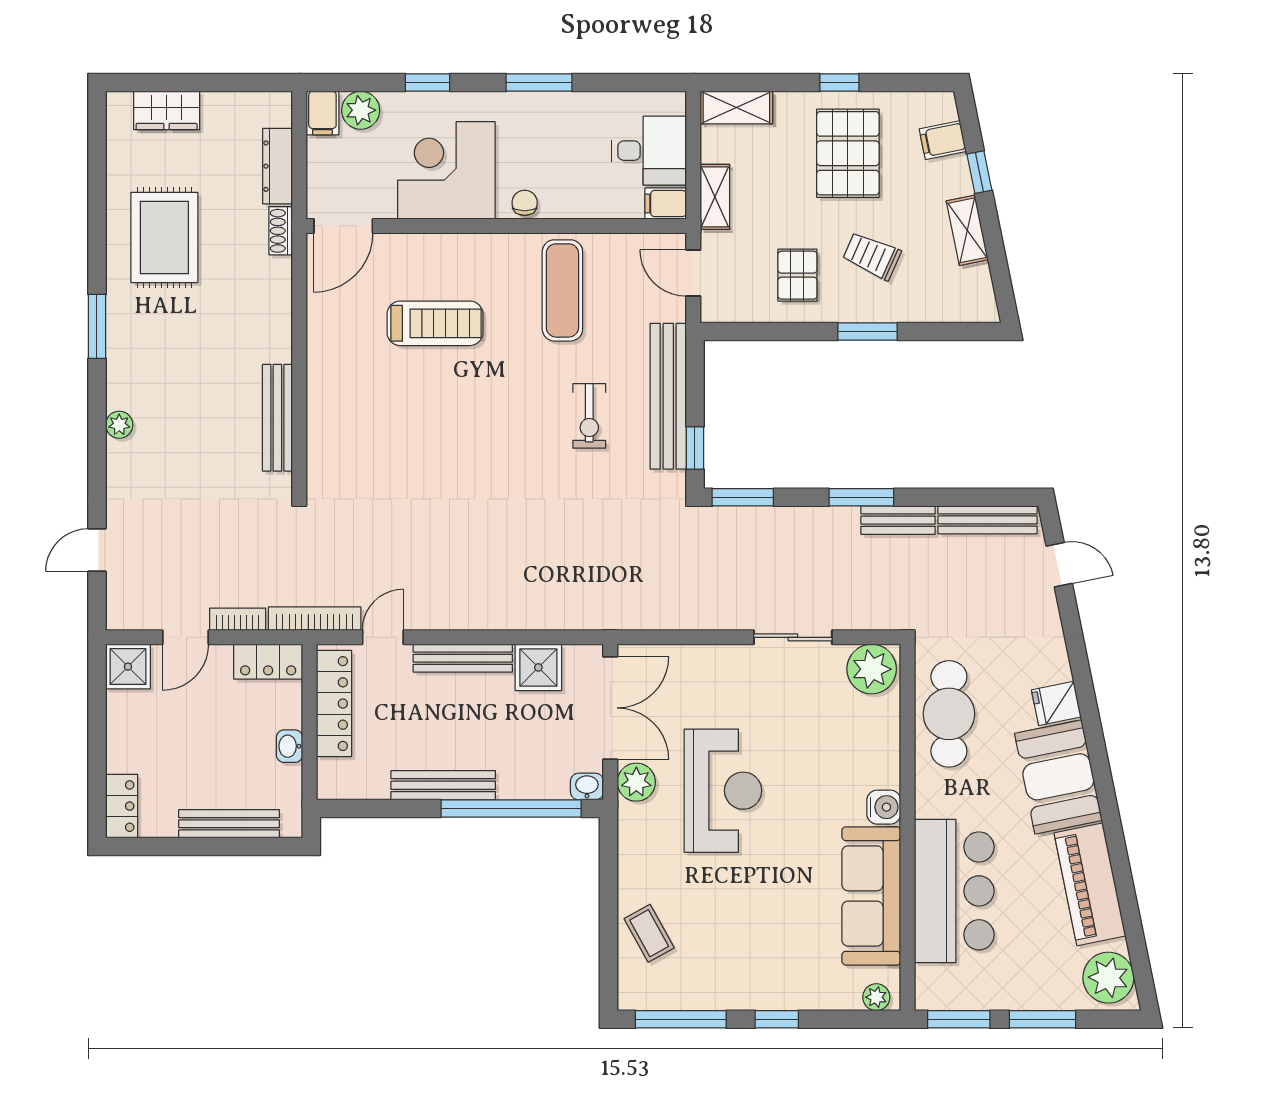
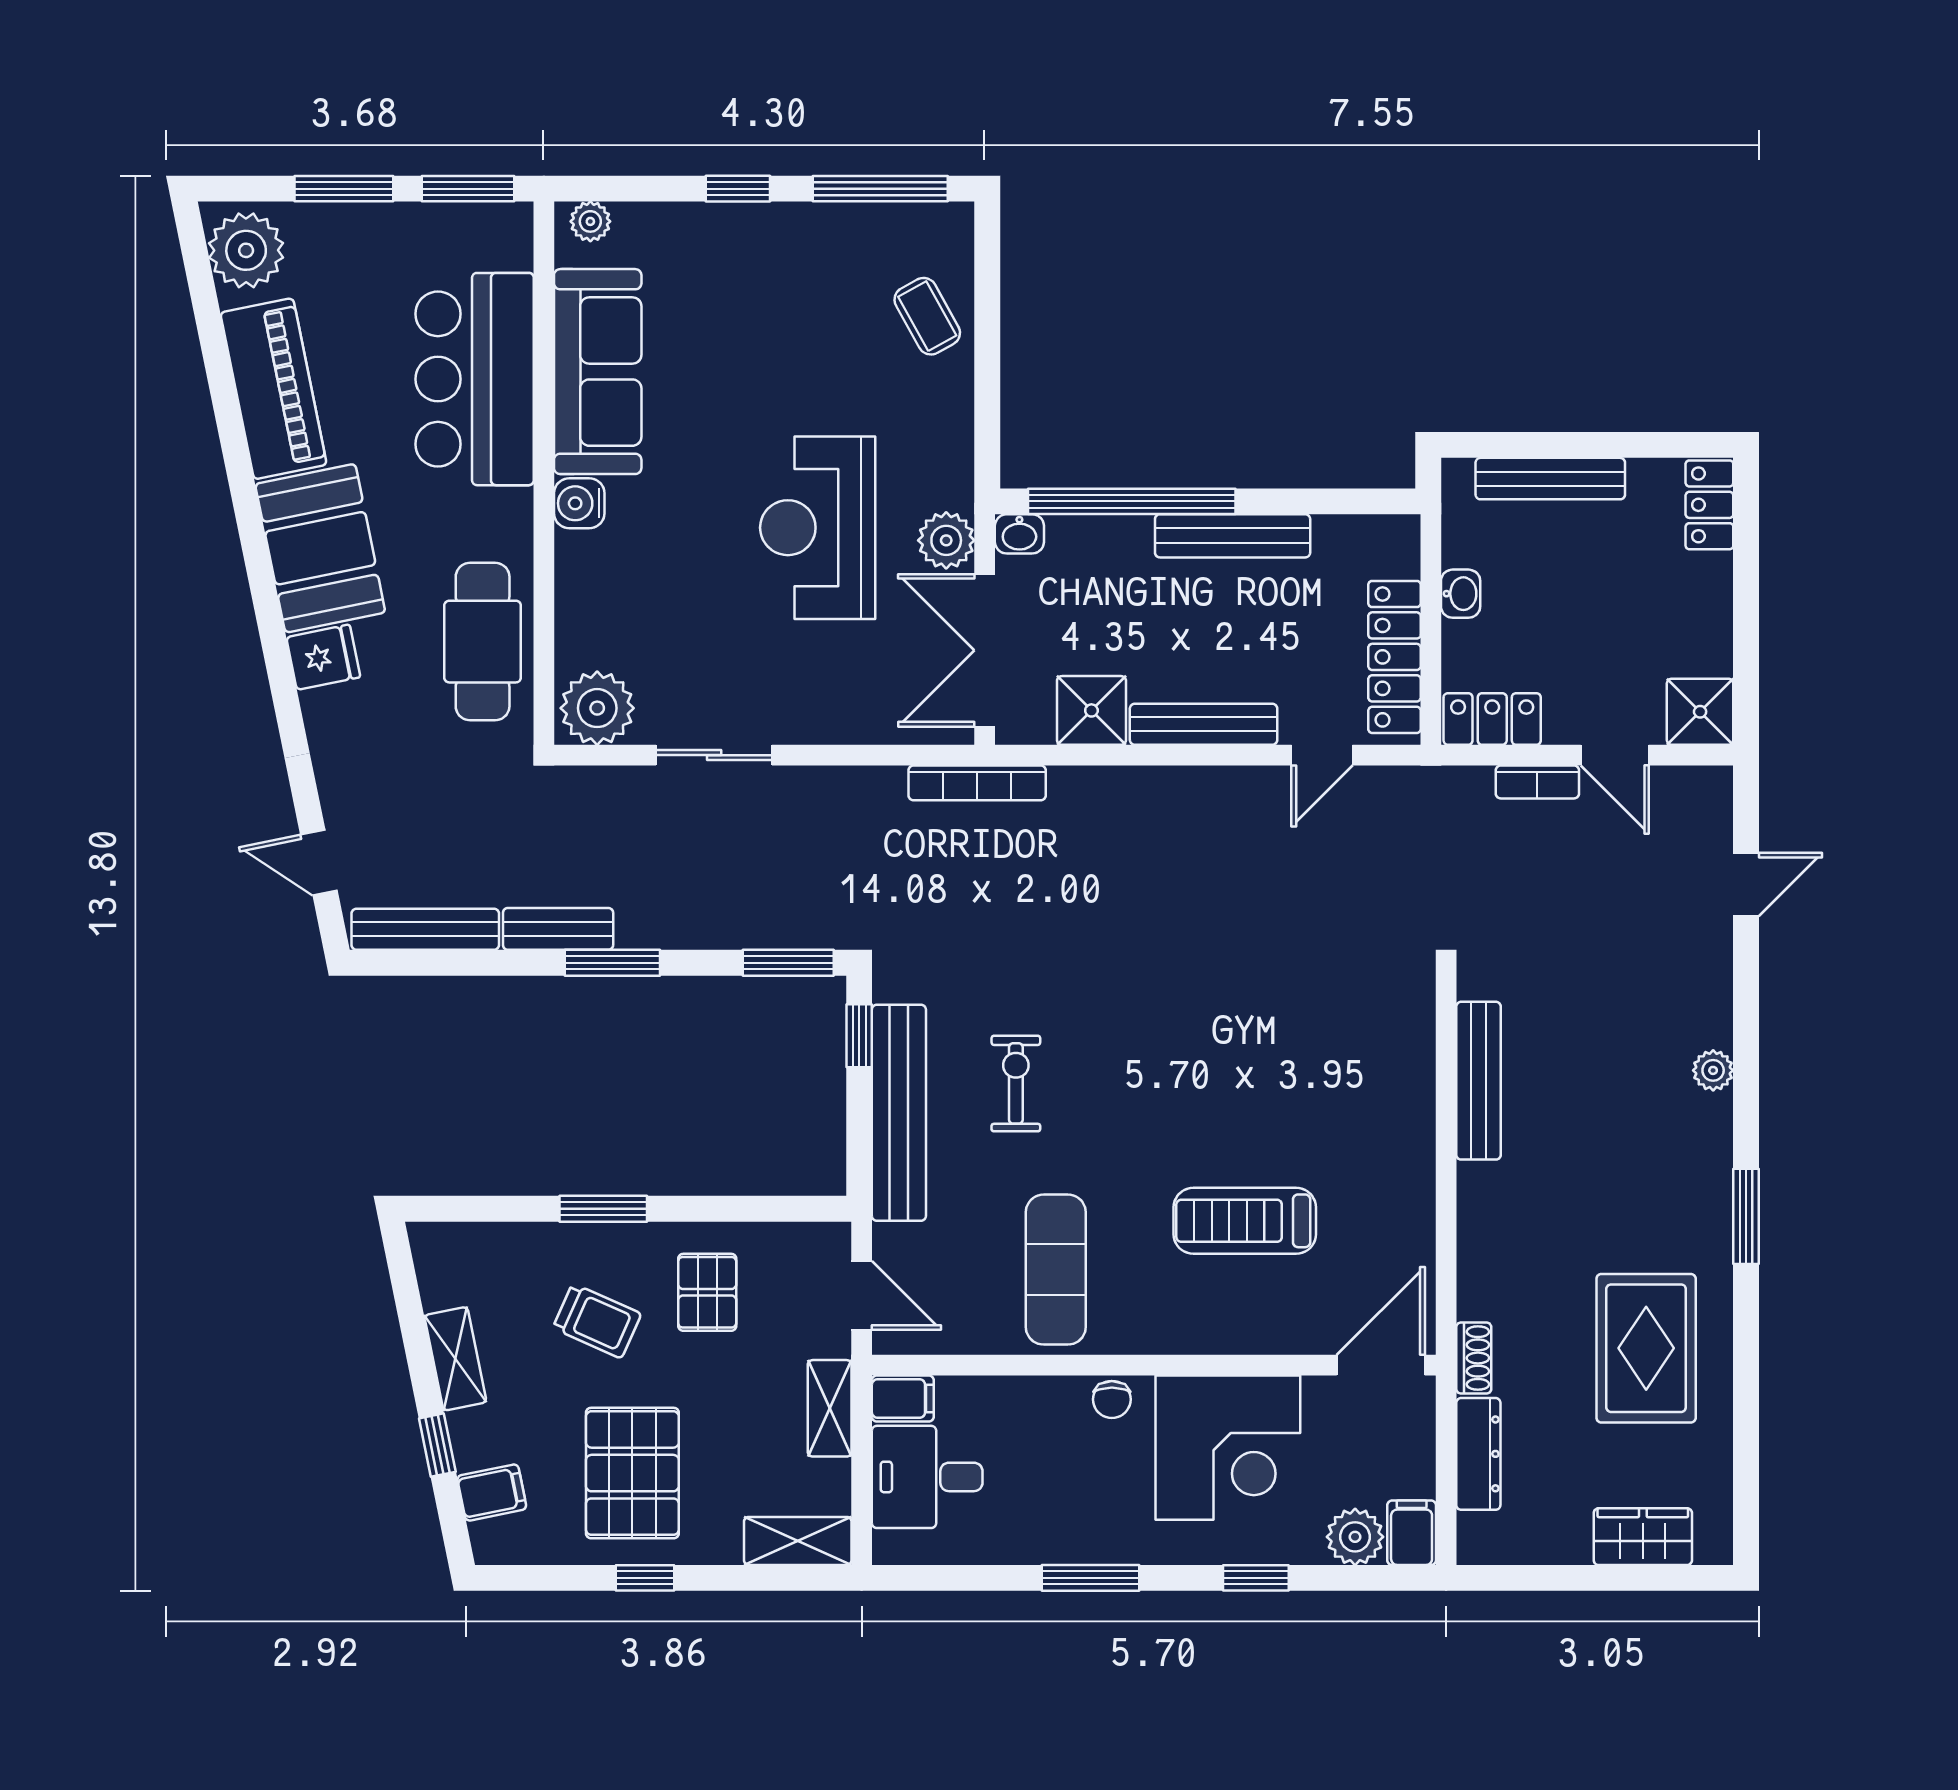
bookcase: (315, 619) -> (977, 783), moved
door: (186, 637) -> (1615, 755), swing flipped

